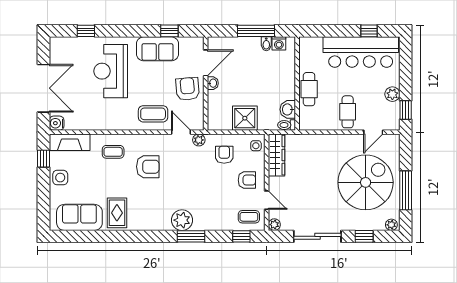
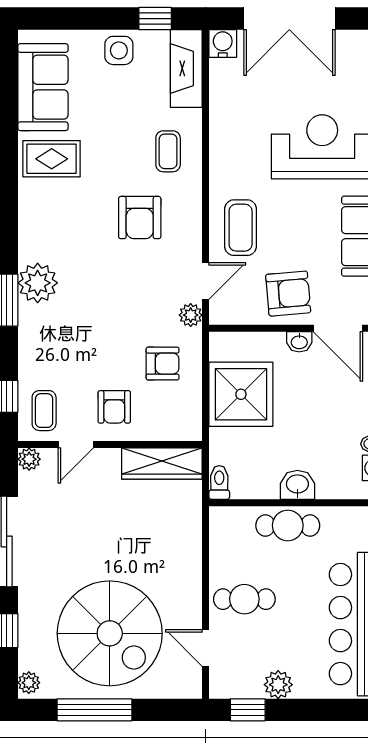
washbasin: (288, 109) -> (297, 485), moved
shower: (245, 118) -> (241, 394), width x1.37, depth x1.37
side table: (256, 146) -> (180, 424), removed

